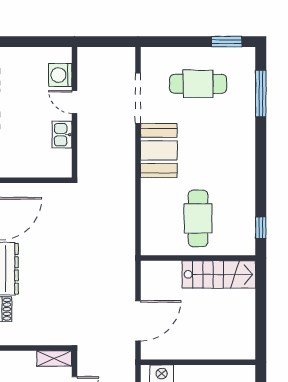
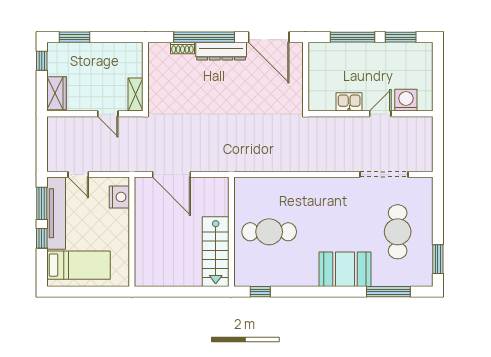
booth: (159, 151) -> (345, 269), moved

